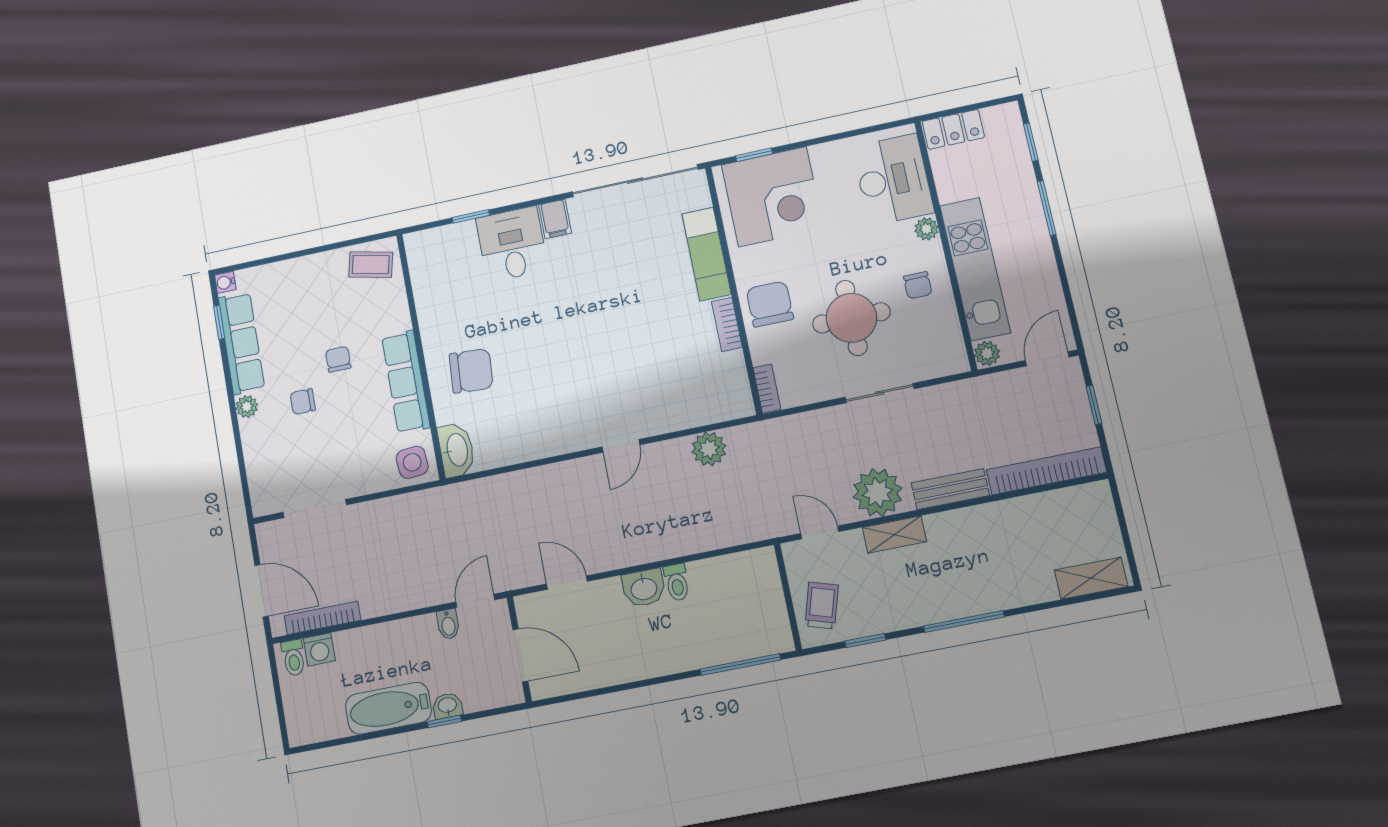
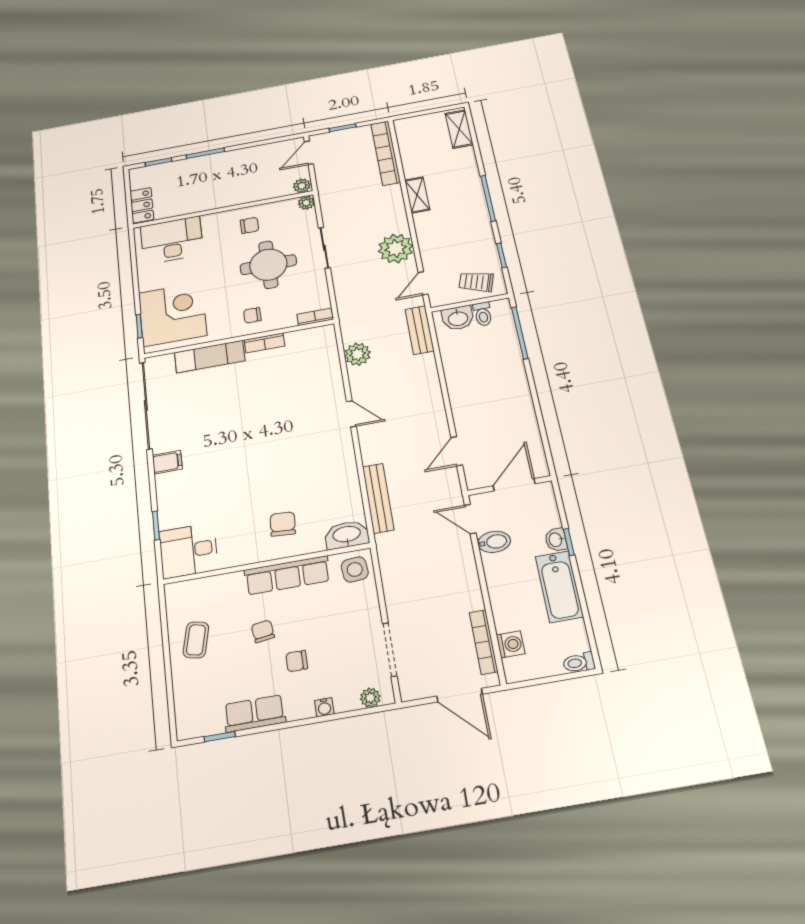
plant: (926, 229) -> (306, 203), moved
desk: (512, 244) -> (189, 551), moved
coffee table: (371, 265) -> (196, 640), moved
kitchen unit: (975, 269) -> (242, 193), removed
water cooler: (225, 282) -> (324, 707), moved
chair: (770, 304) -> (252, 315), width x0.54, depth x0.54
row of seats: (241, 343) -> (255, 713), width x0.68
chair: (338, 359) -> (263, 631), turned 82
door: (1047, 359) -> (309, 153), hinge flipped
chair: (471, 371) -> (283, 524), width x0.73, depth x0.73
chair: (303, 402) -> (297, 661), turned 90
plant: (247, 407) -> (370, 698), moved
bench: (504, 486) -> (378, 498), added
bench: (950, 489) -> (420, 330), moved
shelving: (894, 535) -> (417, 195), moved
toilet: (677, 582) -> (483, 314), moved, turned 90
washbasin: (644, 588) -> (458, 318), moved, turned 90
door: (262, 591) -> (460, 695), swing flipped
bidet: (448, 624) -> (494, 542), width x1.38, depth x1.36
toilet: (294, 658) -> (579, 663), moved, turned 180

